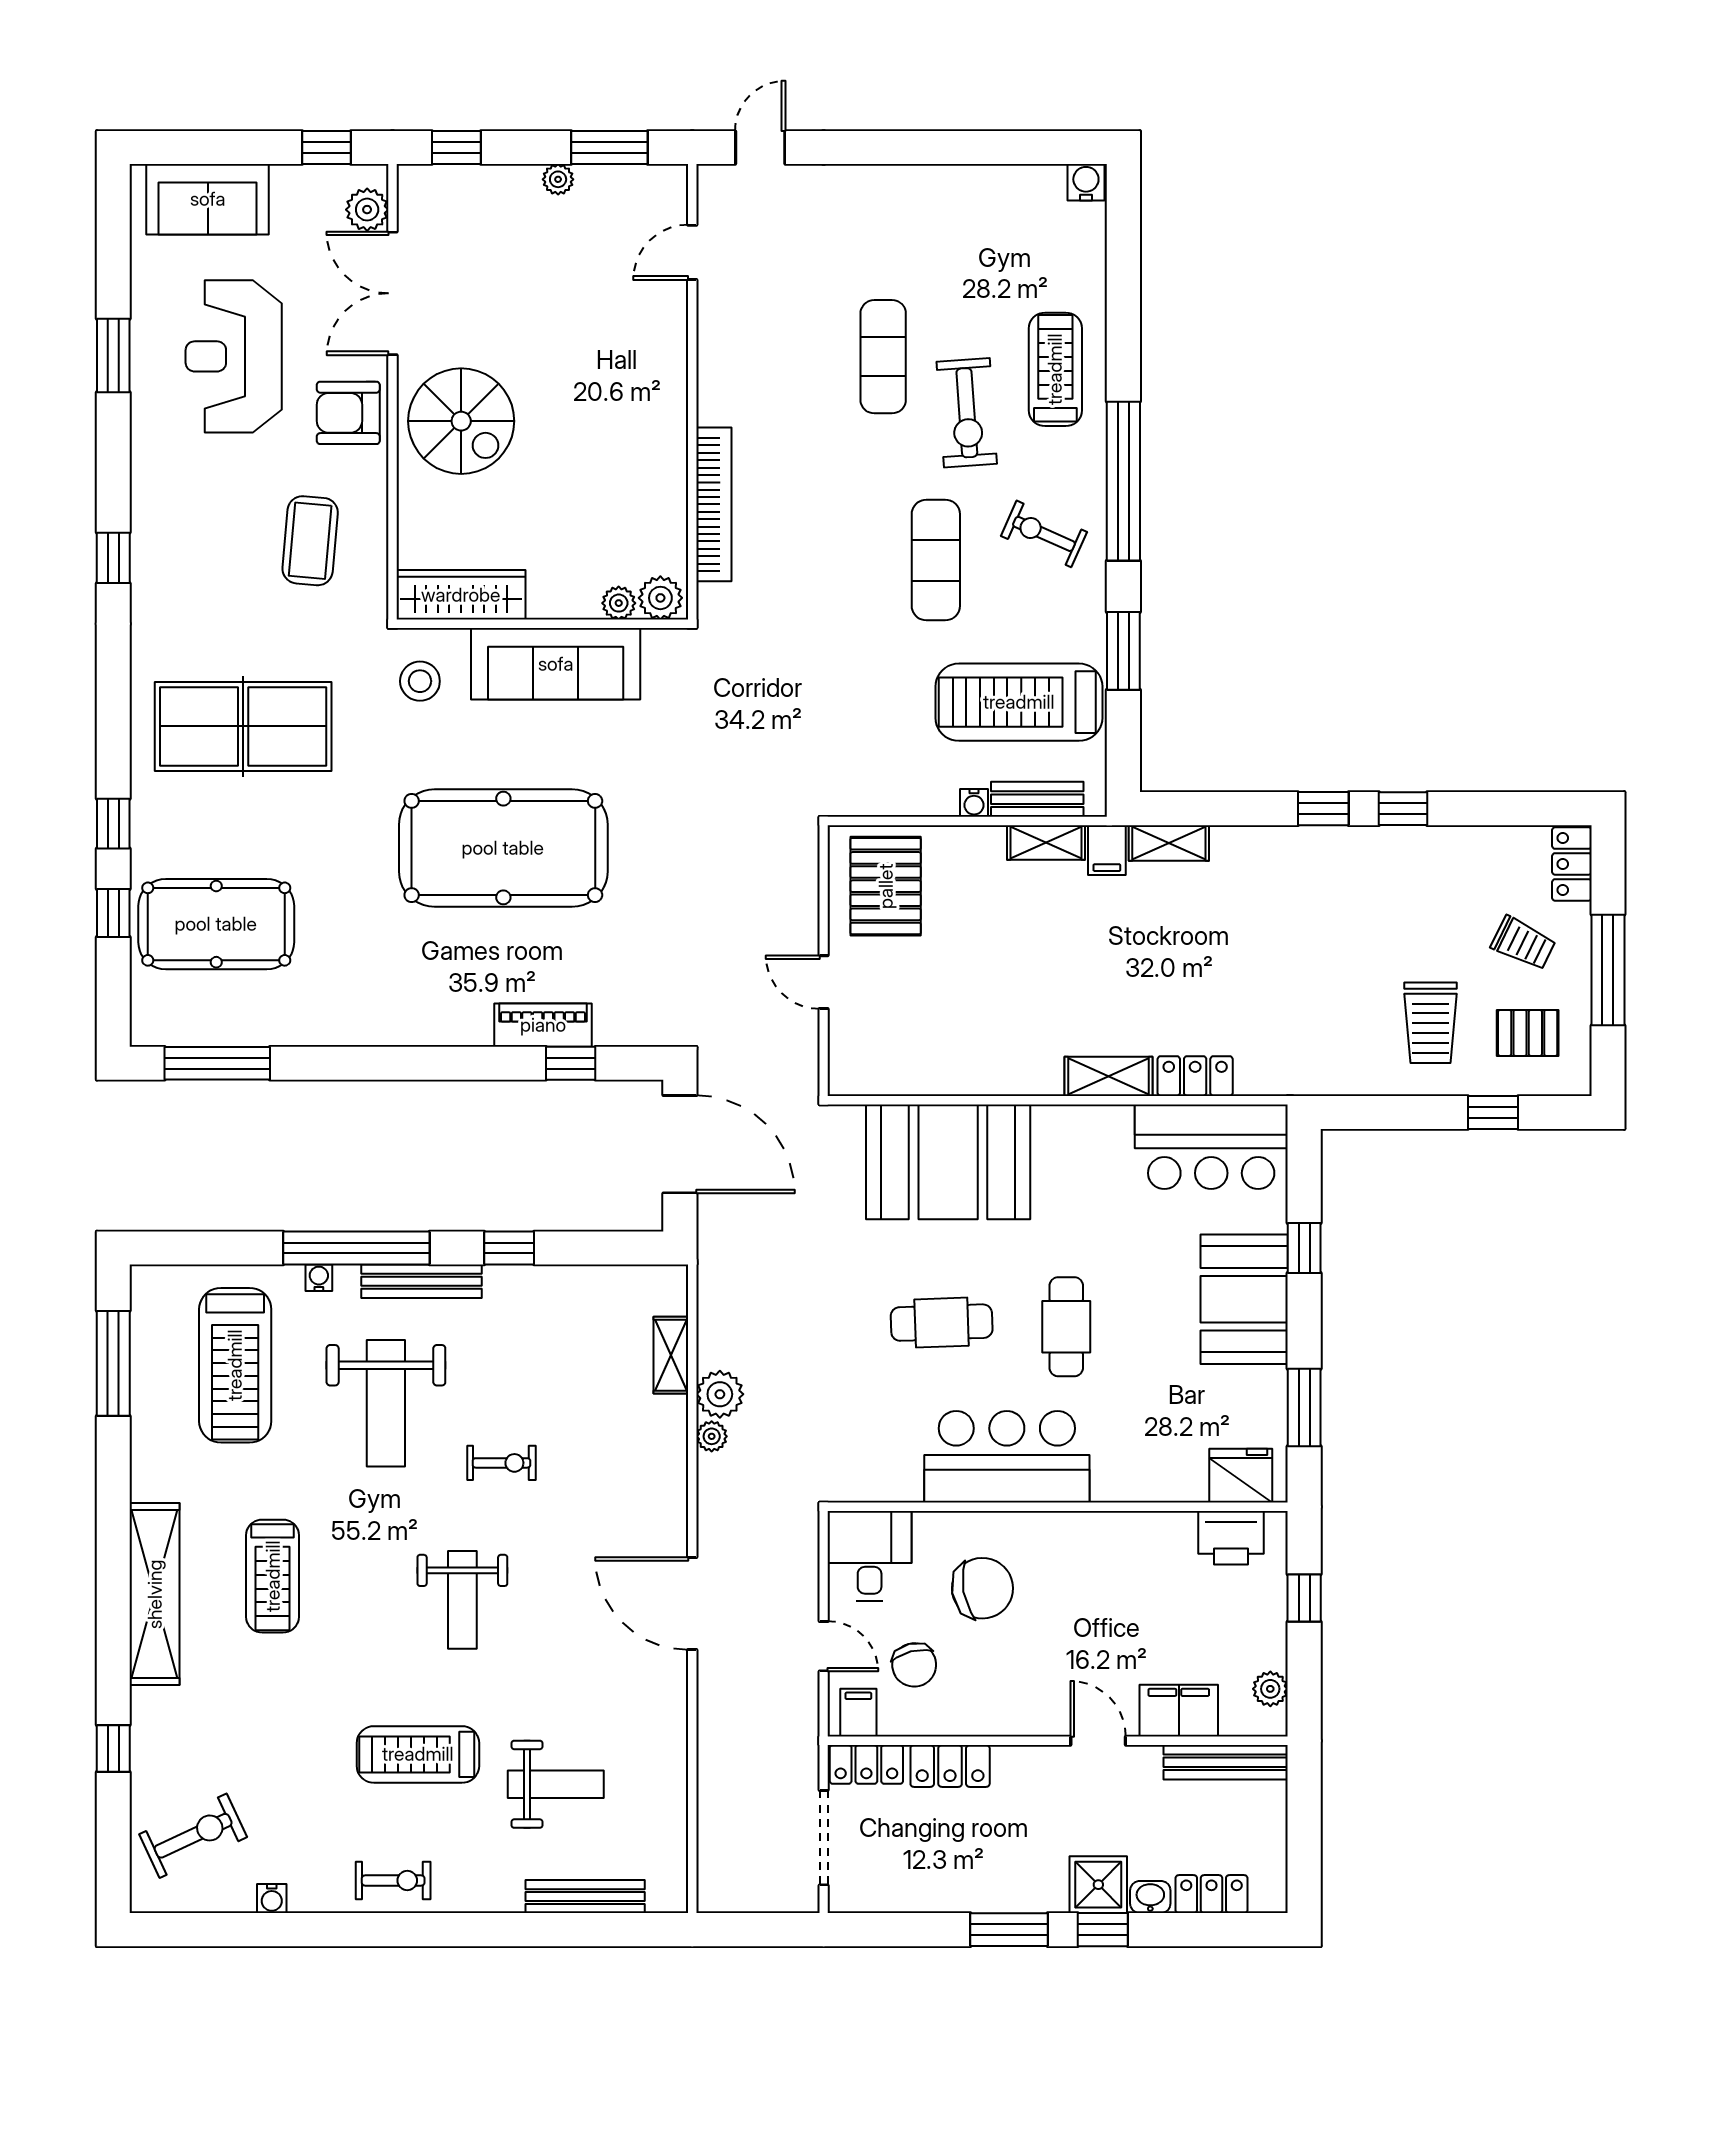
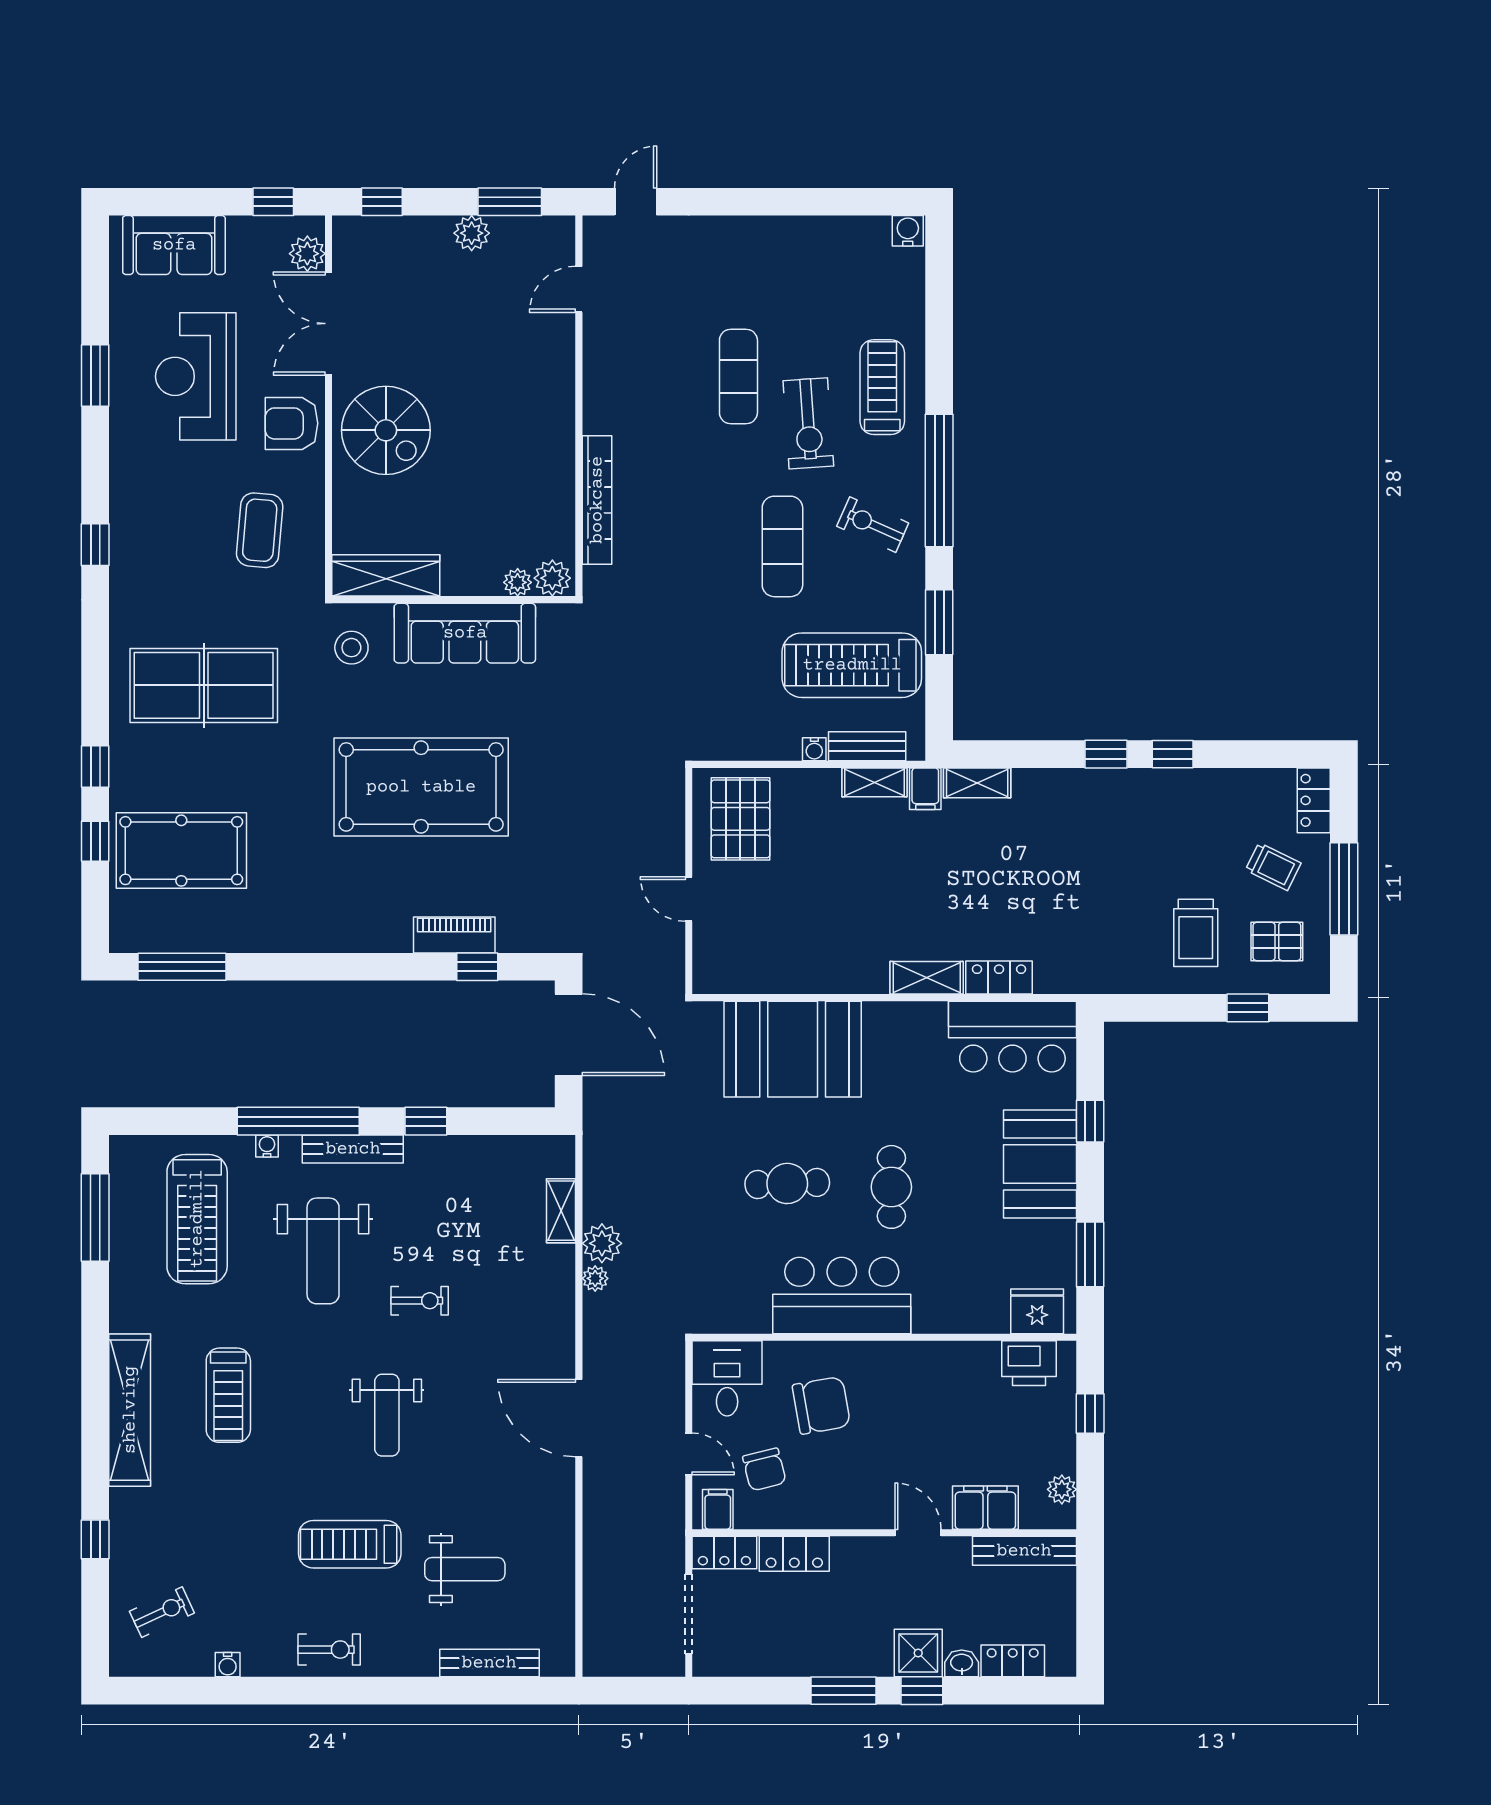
plant: (558, 179) -> (472, 233), width x1.38, depth x1.38
exercise bike: (193, 1836) -> (162, 1612), width x0.73, depth x0.72

